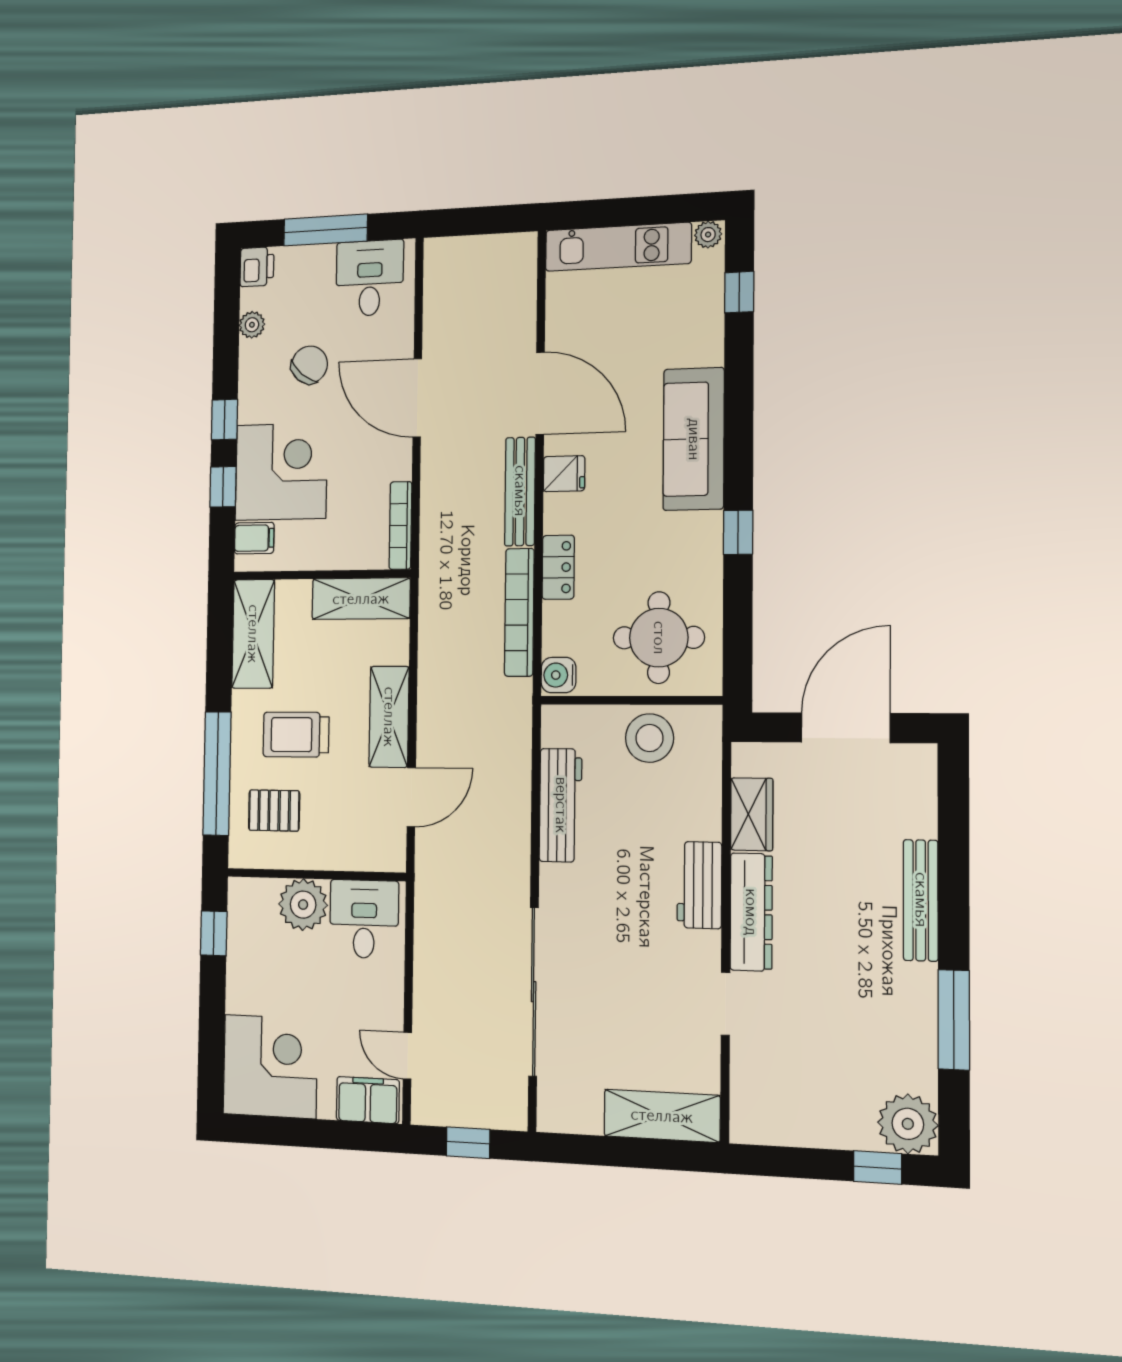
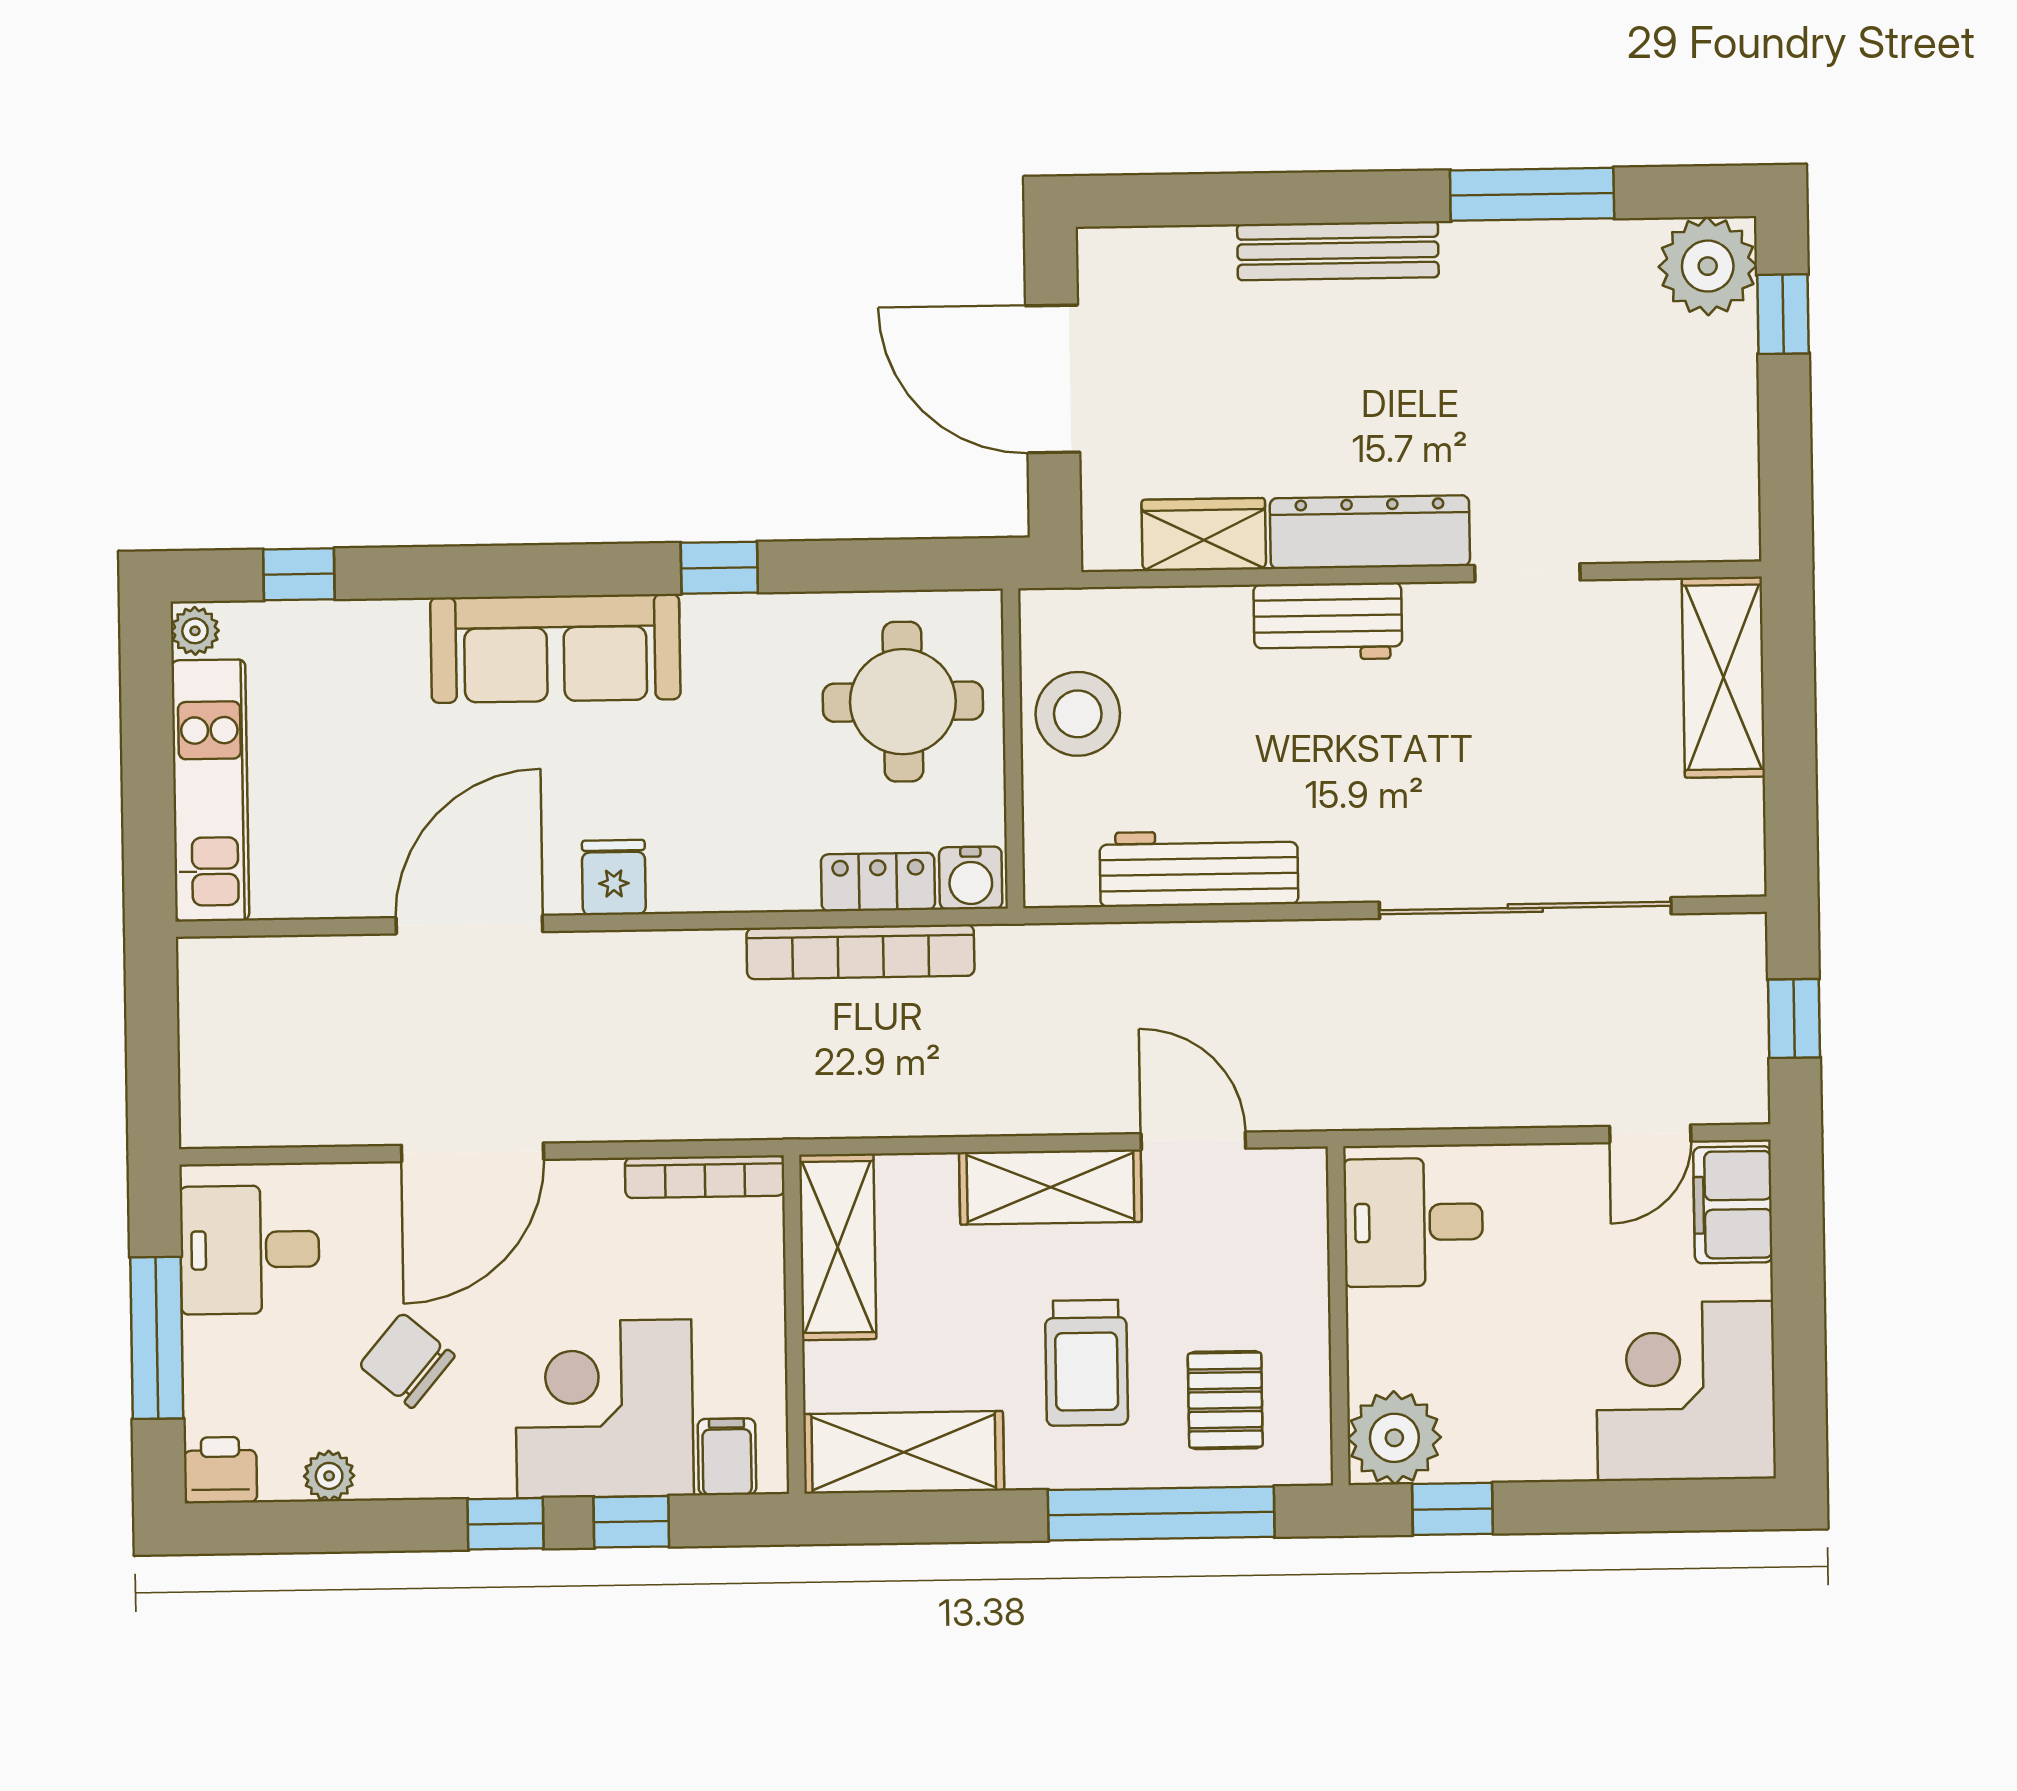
bench: (520, 491) -> (645, 957), removed
locker: (558, 567) -> (878, 882), moved
plant: (303, 905) -> (1394, 1438), moved

